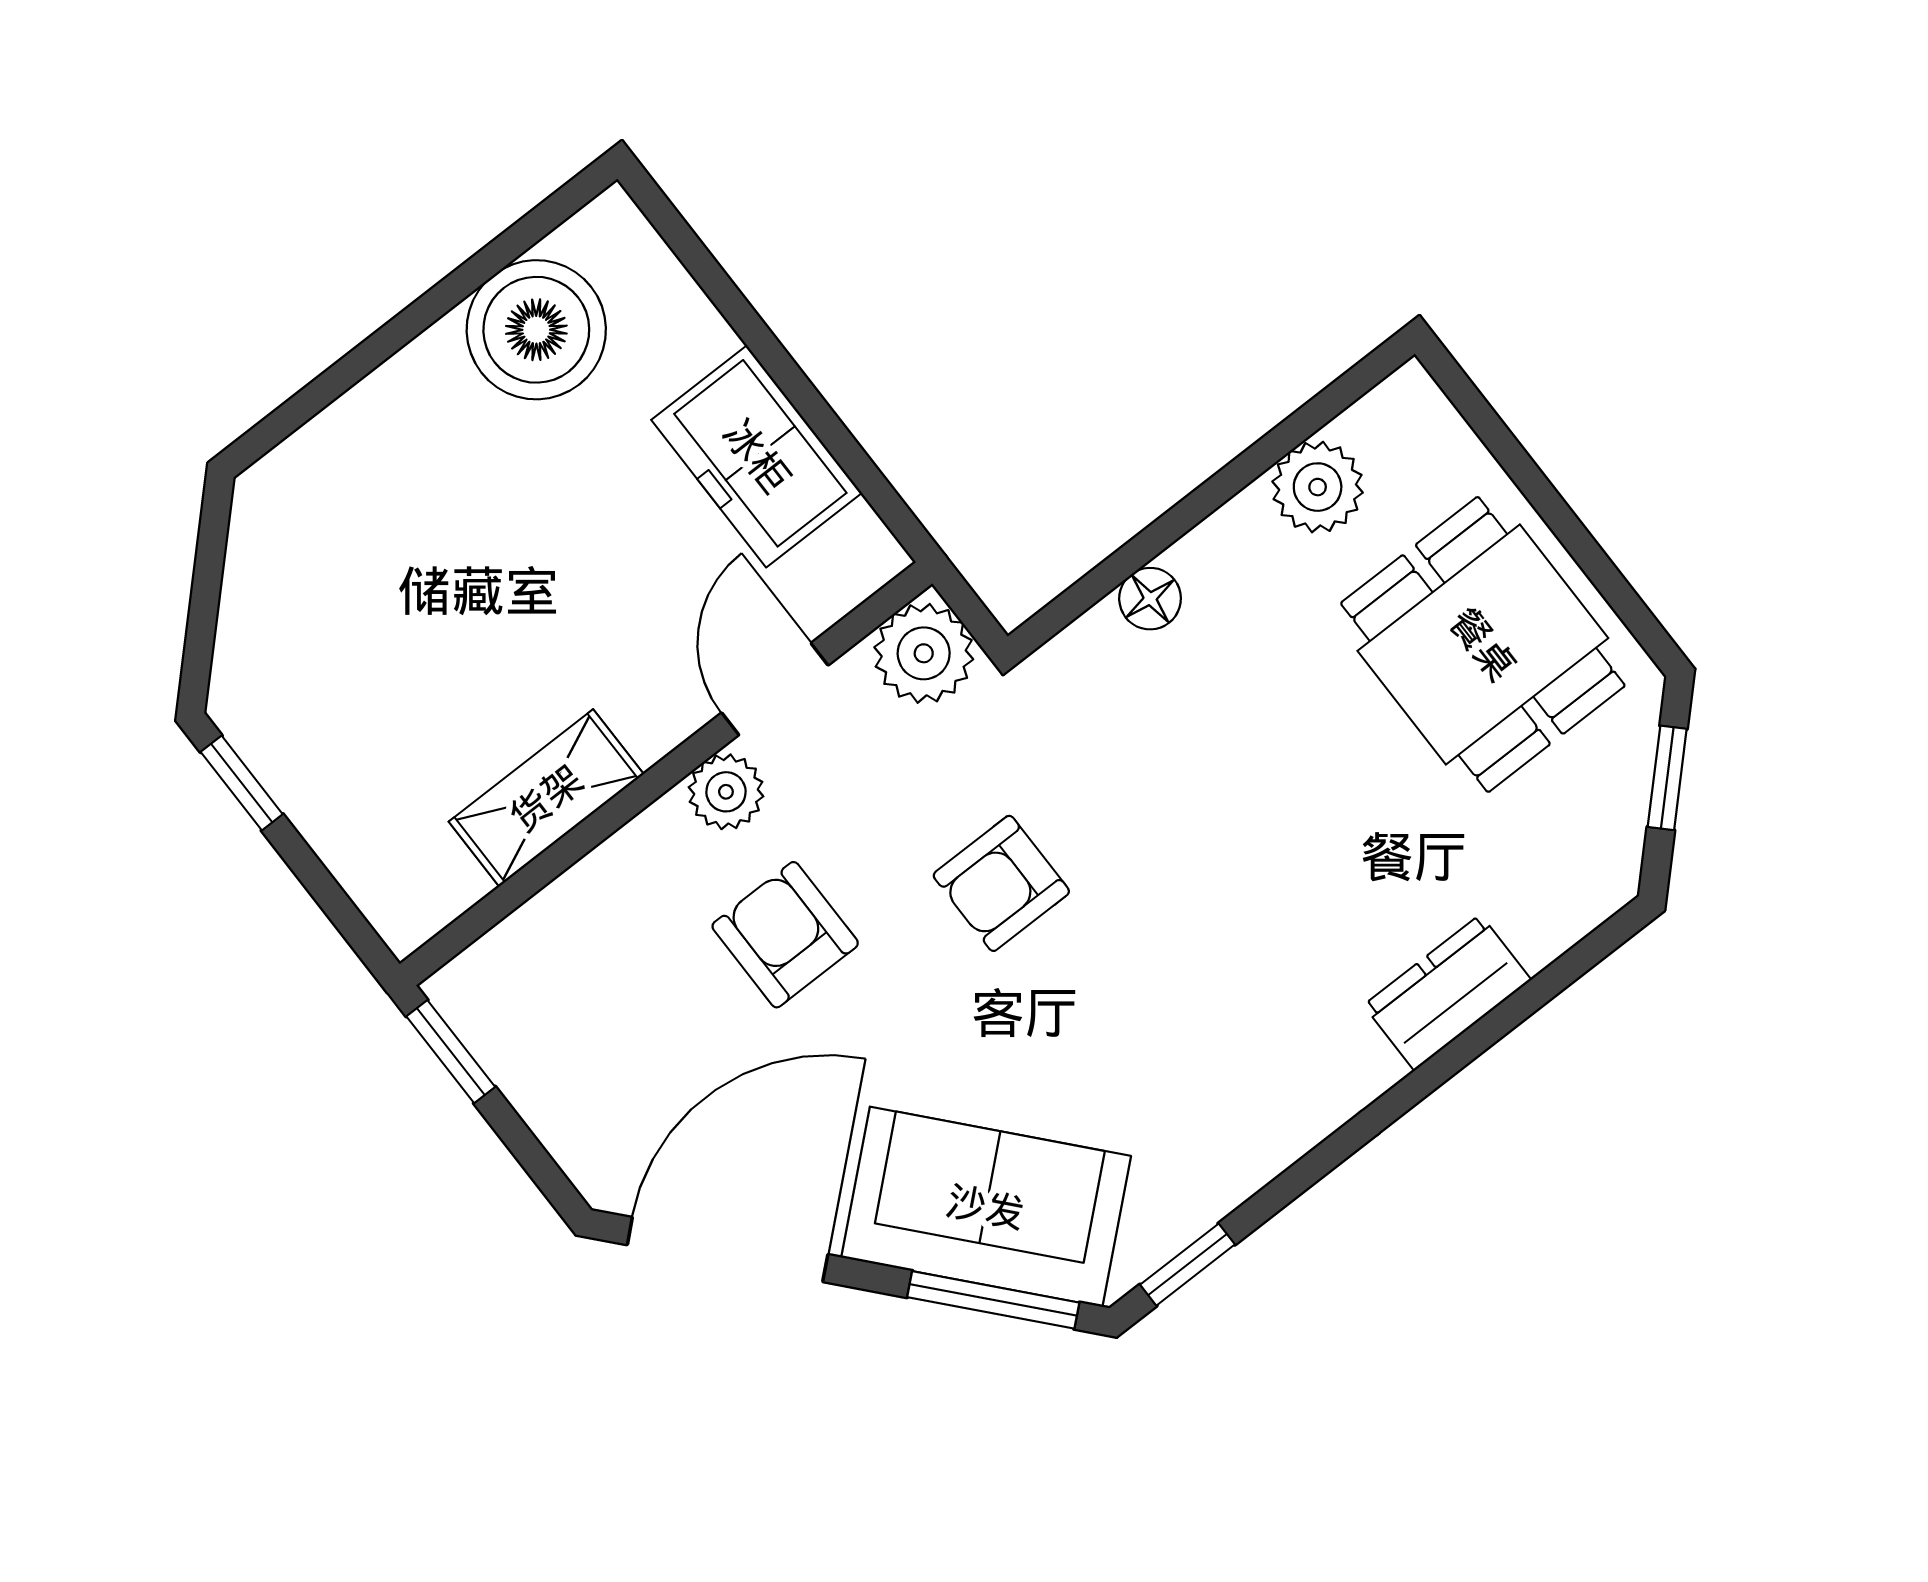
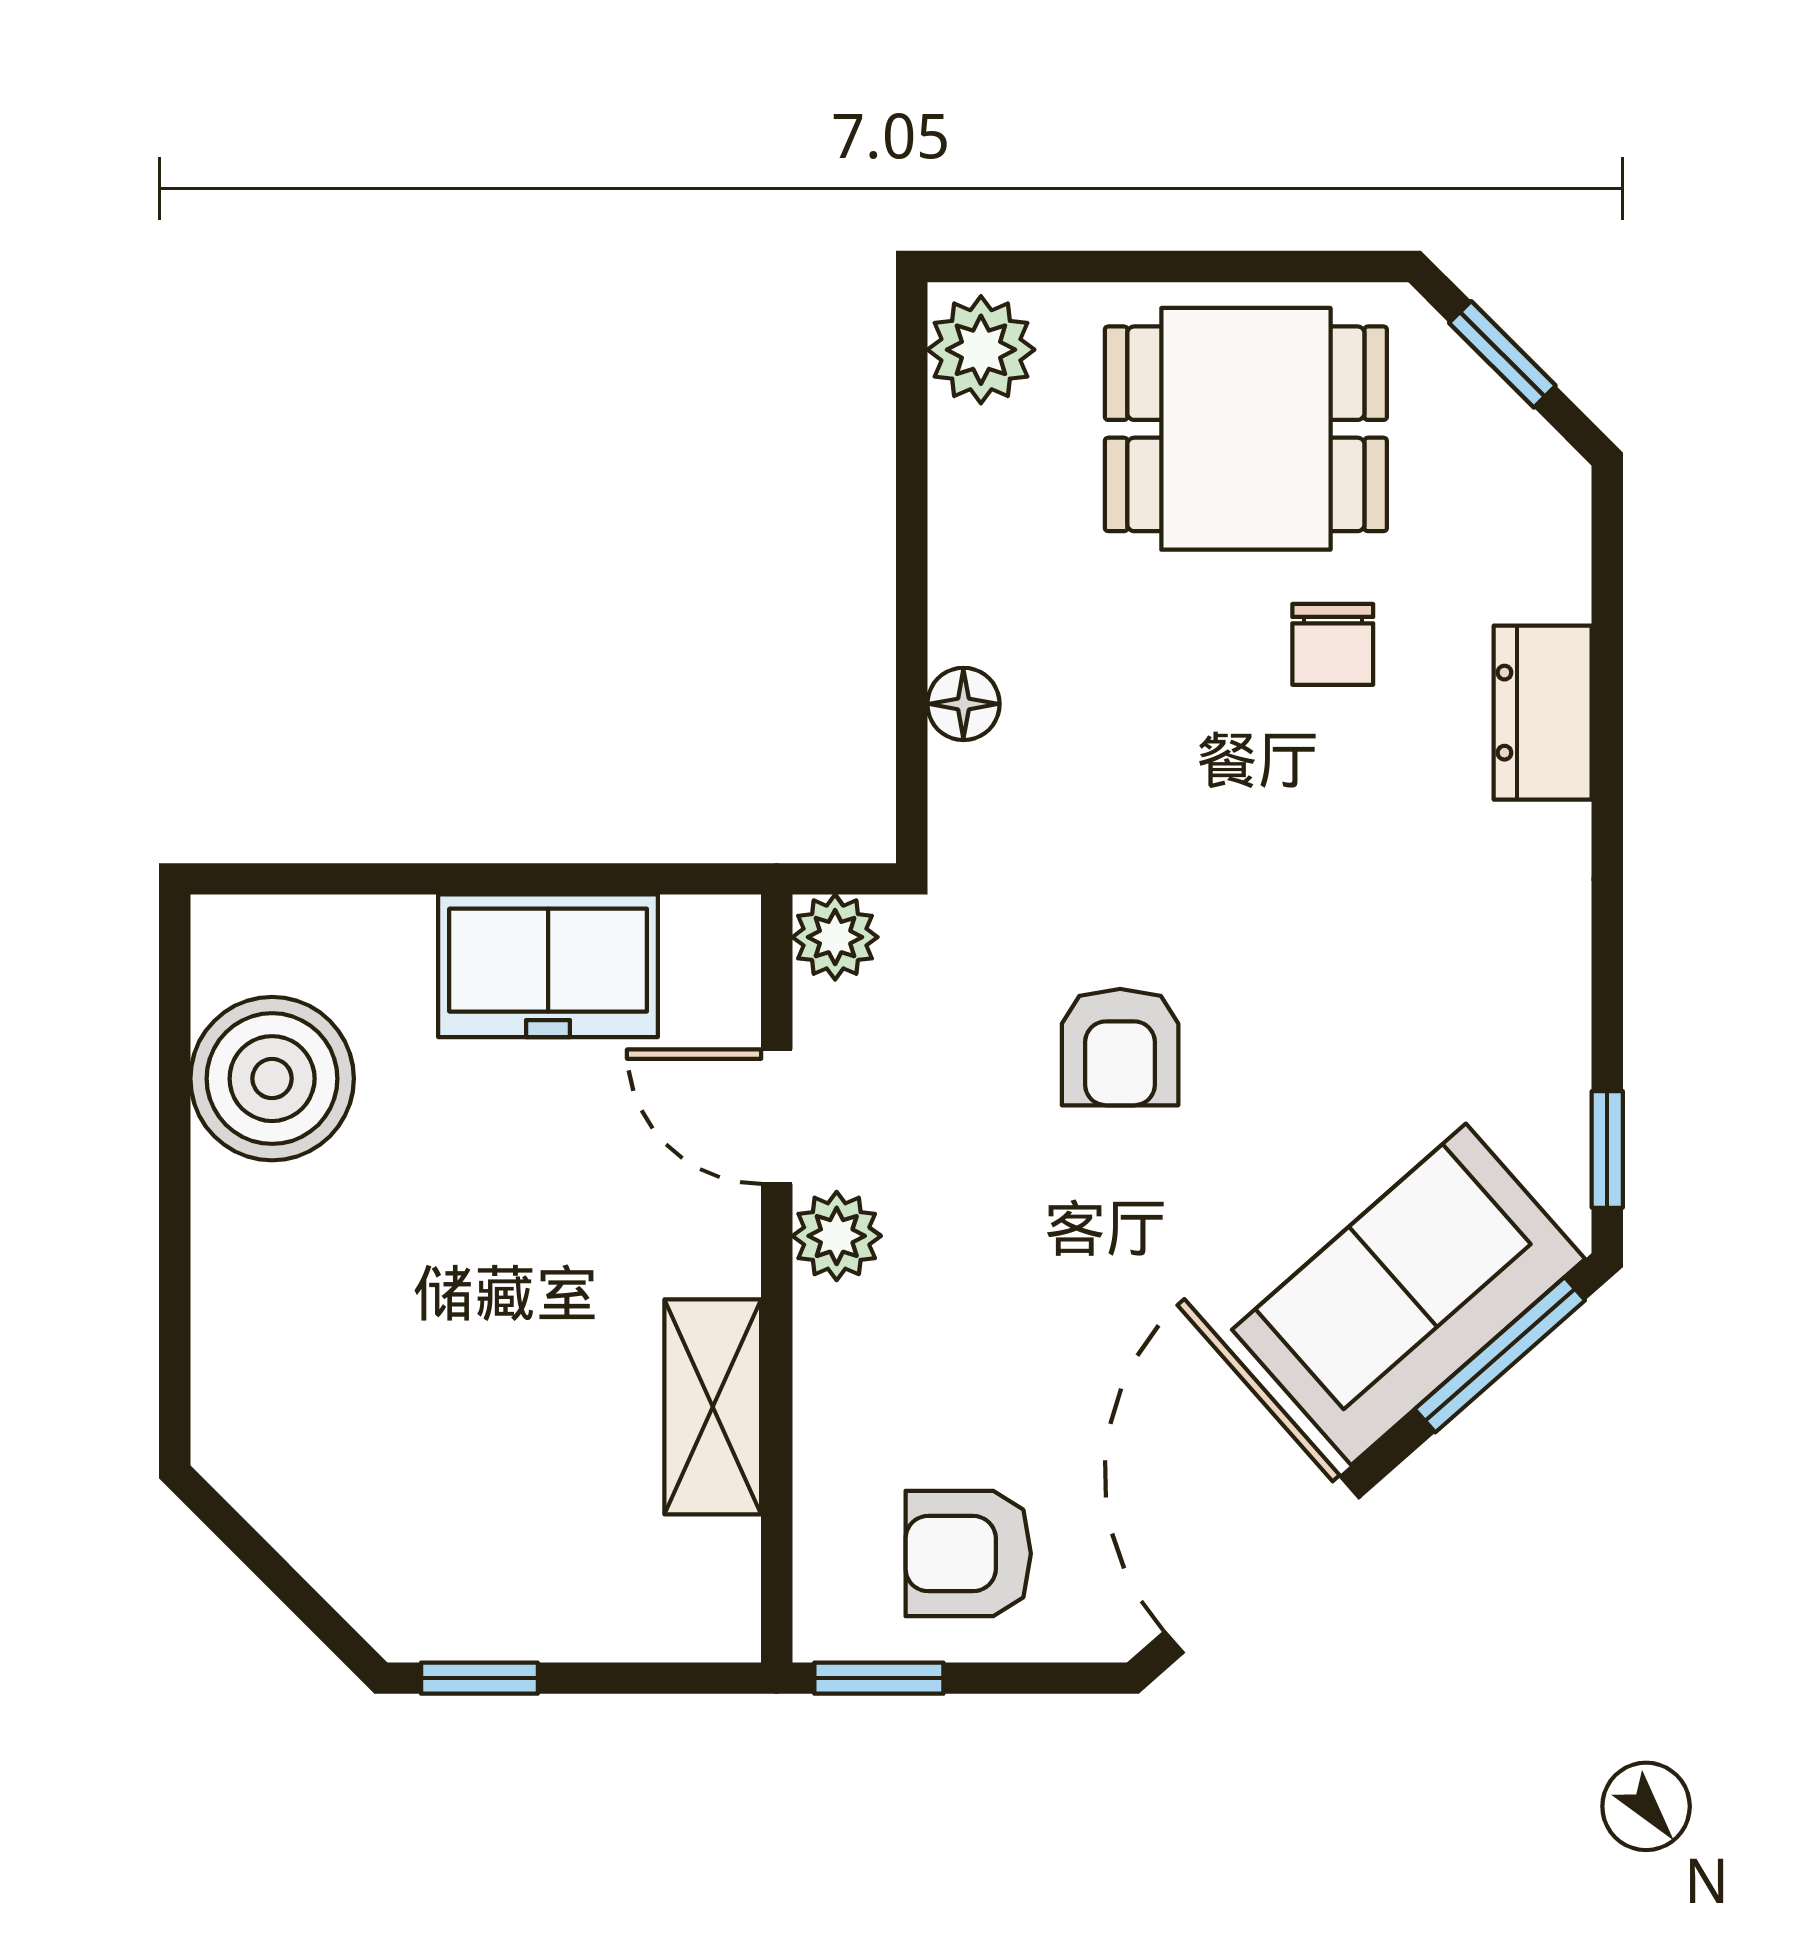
plant: (1318, 487) -> (981, 350), moved
plant: (924, 653) -> (835, 937), width x0.73, depth x0.73
chair: (1383, 816) -> (1333, 644), added
armchair: (785, 935) -> (968, 1554), moved

